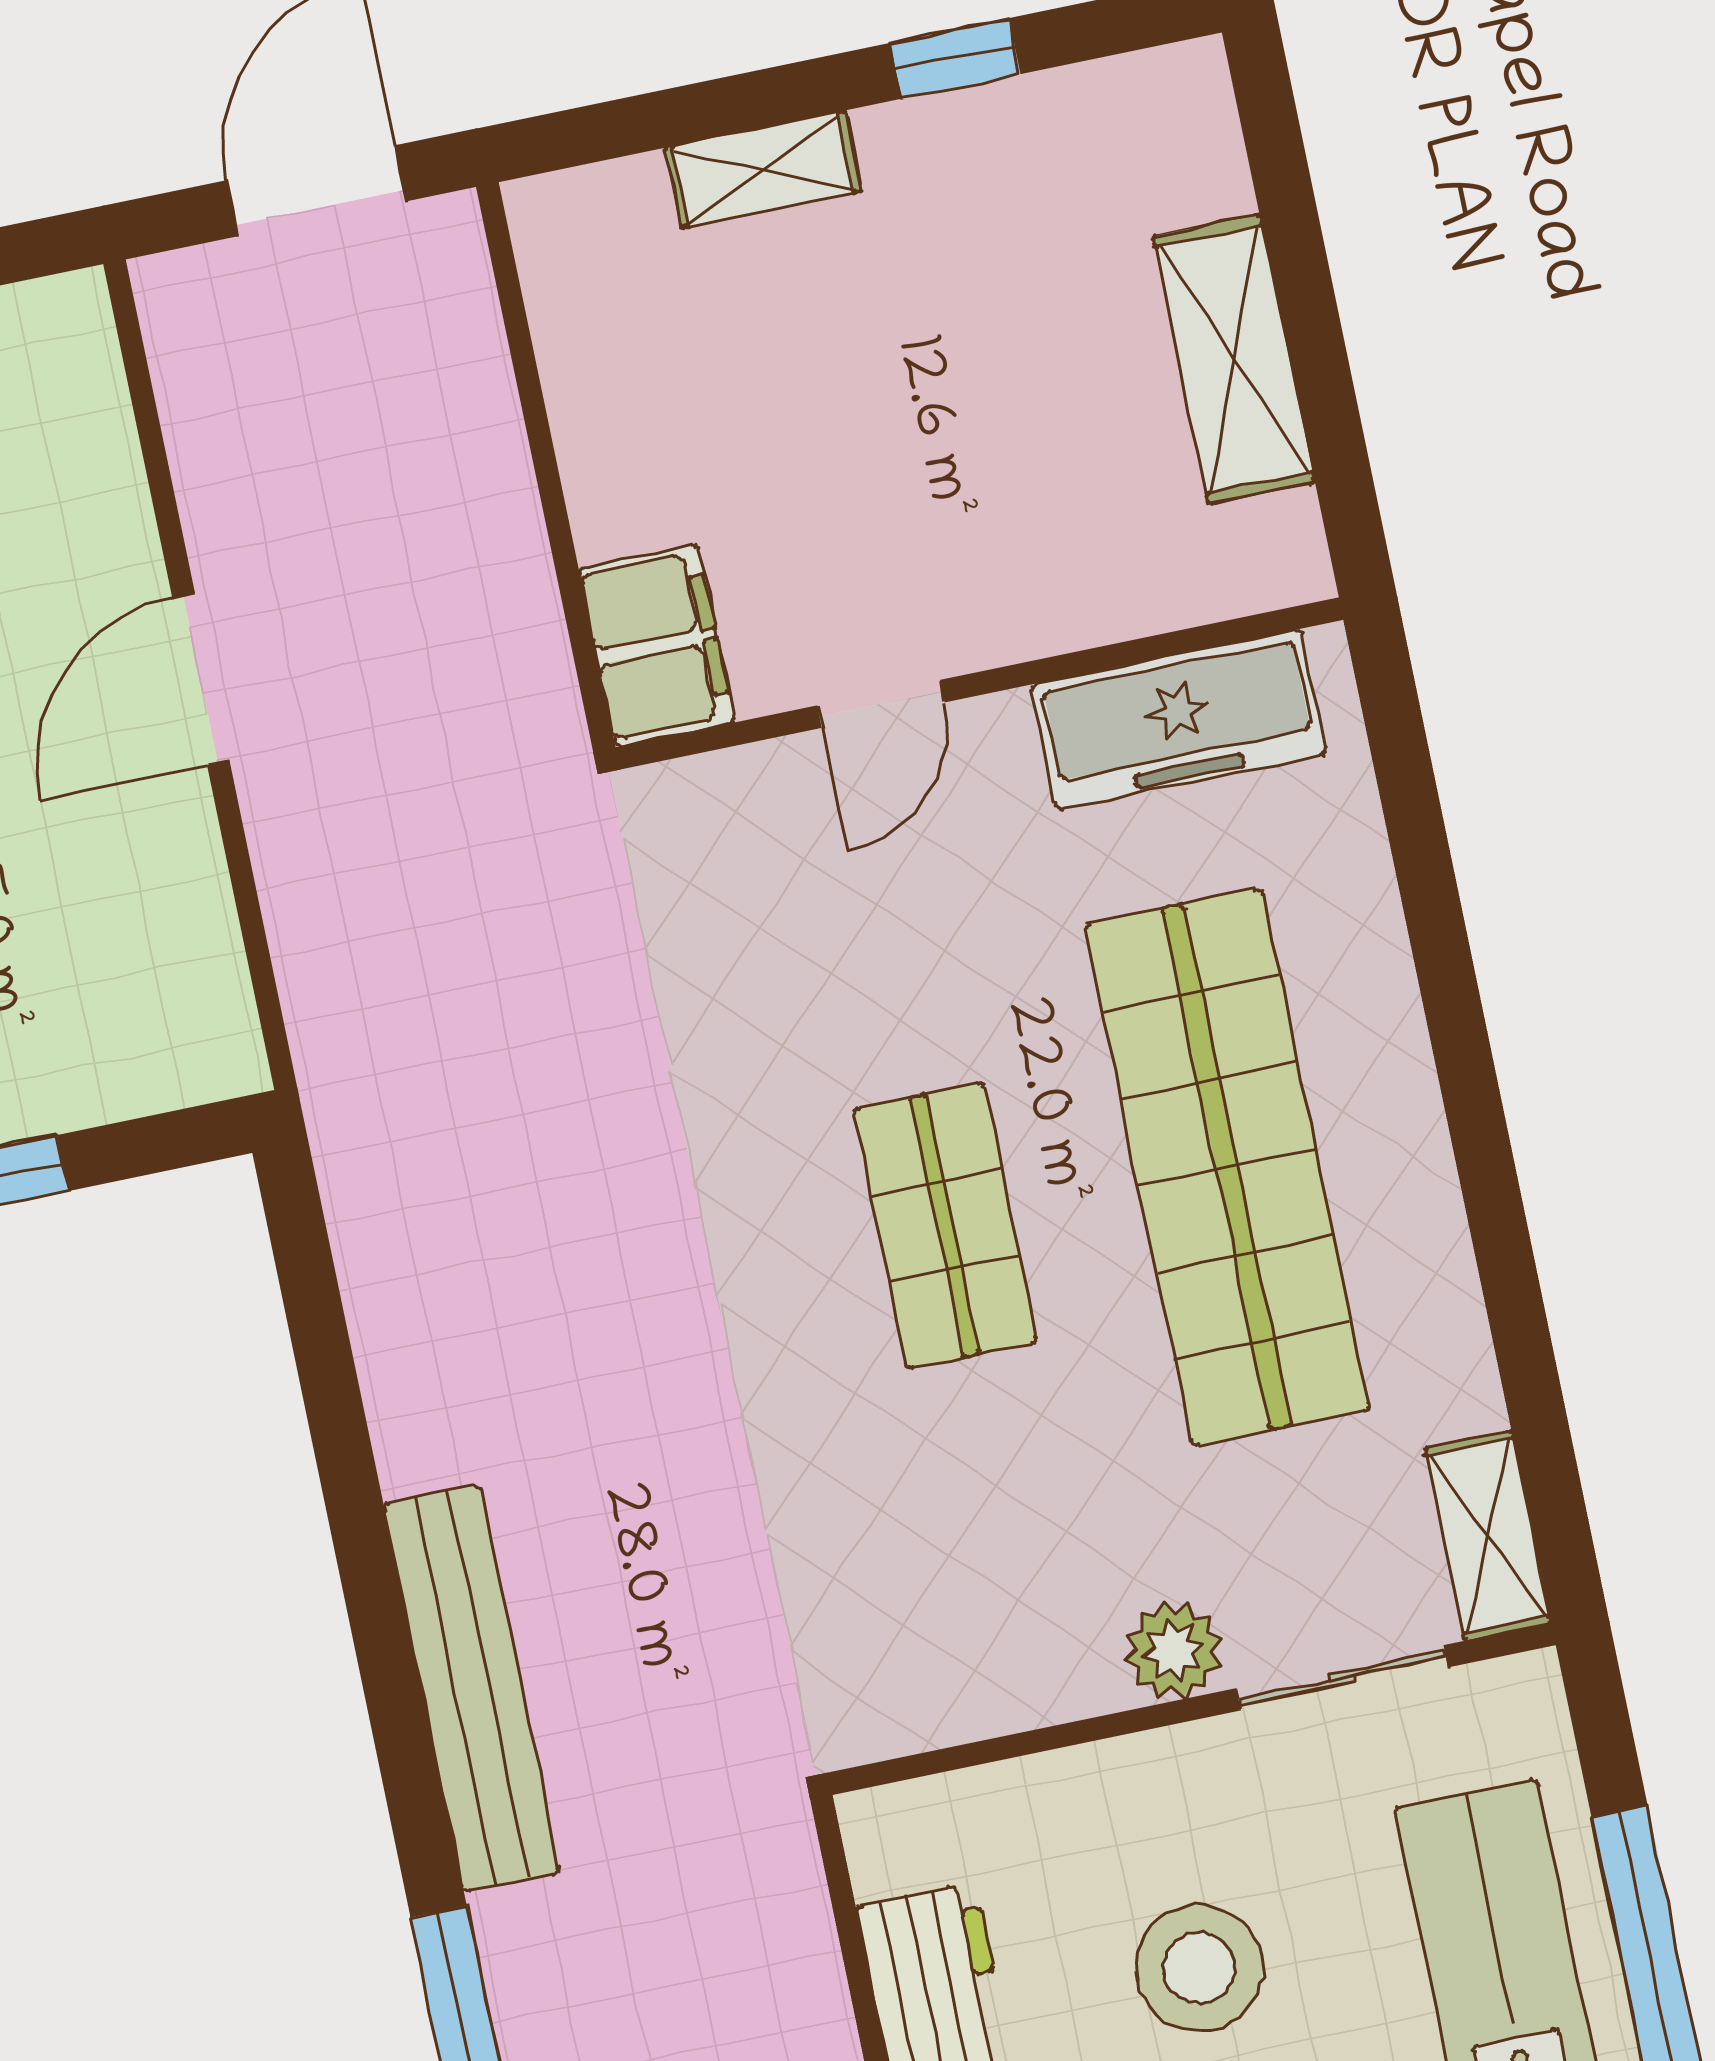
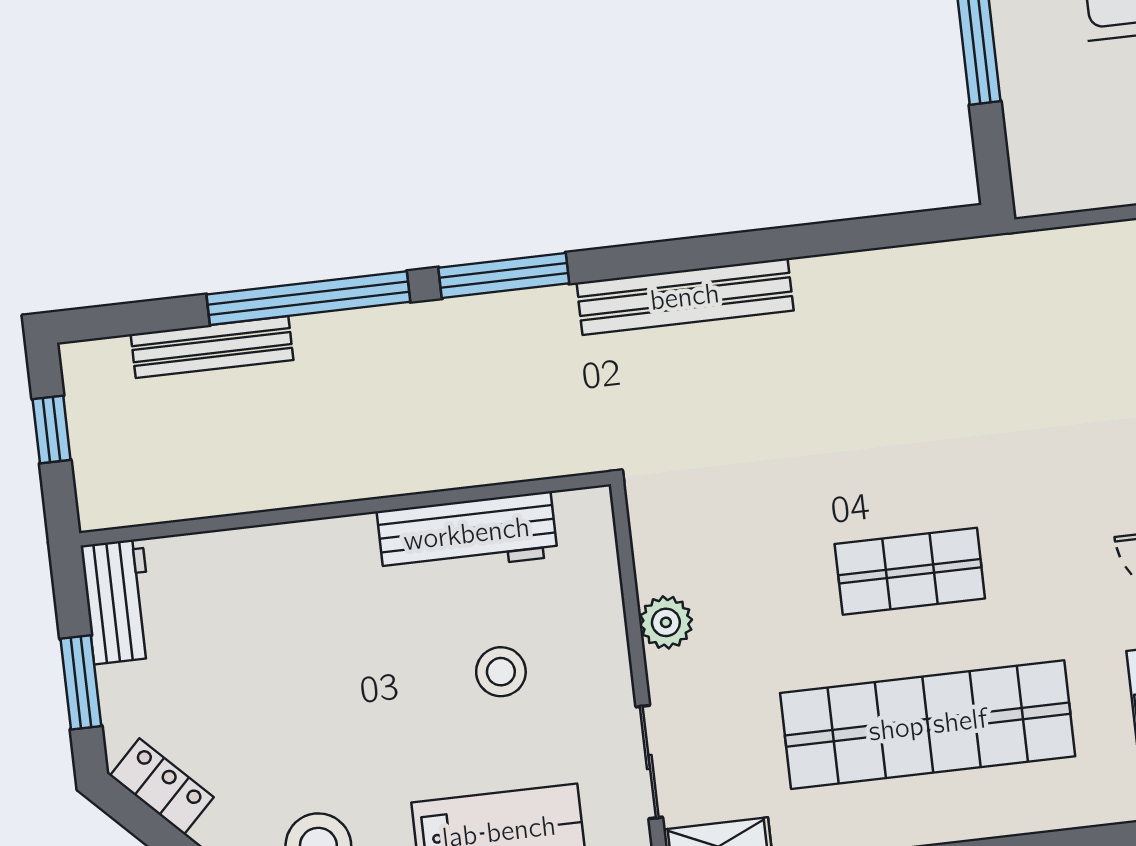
plant: (1173, 1651) -> (666, 622), moved
stool: (1199, 1968) -> (501, 672), width x0.73, depth x0.73

